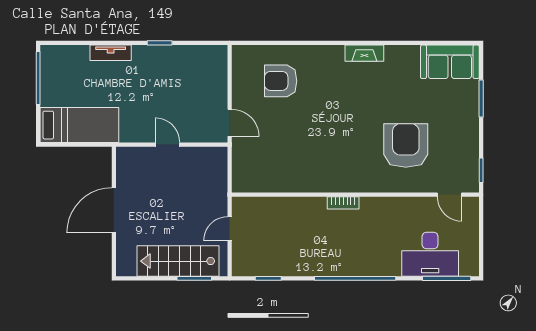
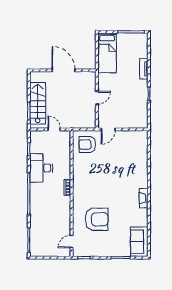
armchair: (281, 81) -> (87, 145), moved, turned -90
desk: (430, 254) -> (41, 168), moved

